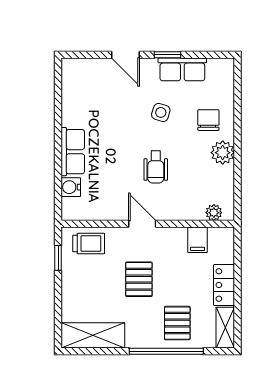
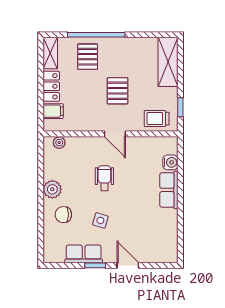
chair: (208, 120) -> (63, 215), turned 90
filing cabinet: (197, 240) -> (53, 111), moved, turned 90
shelving: (93, 335) -> (168, 62), moved, turned 90

